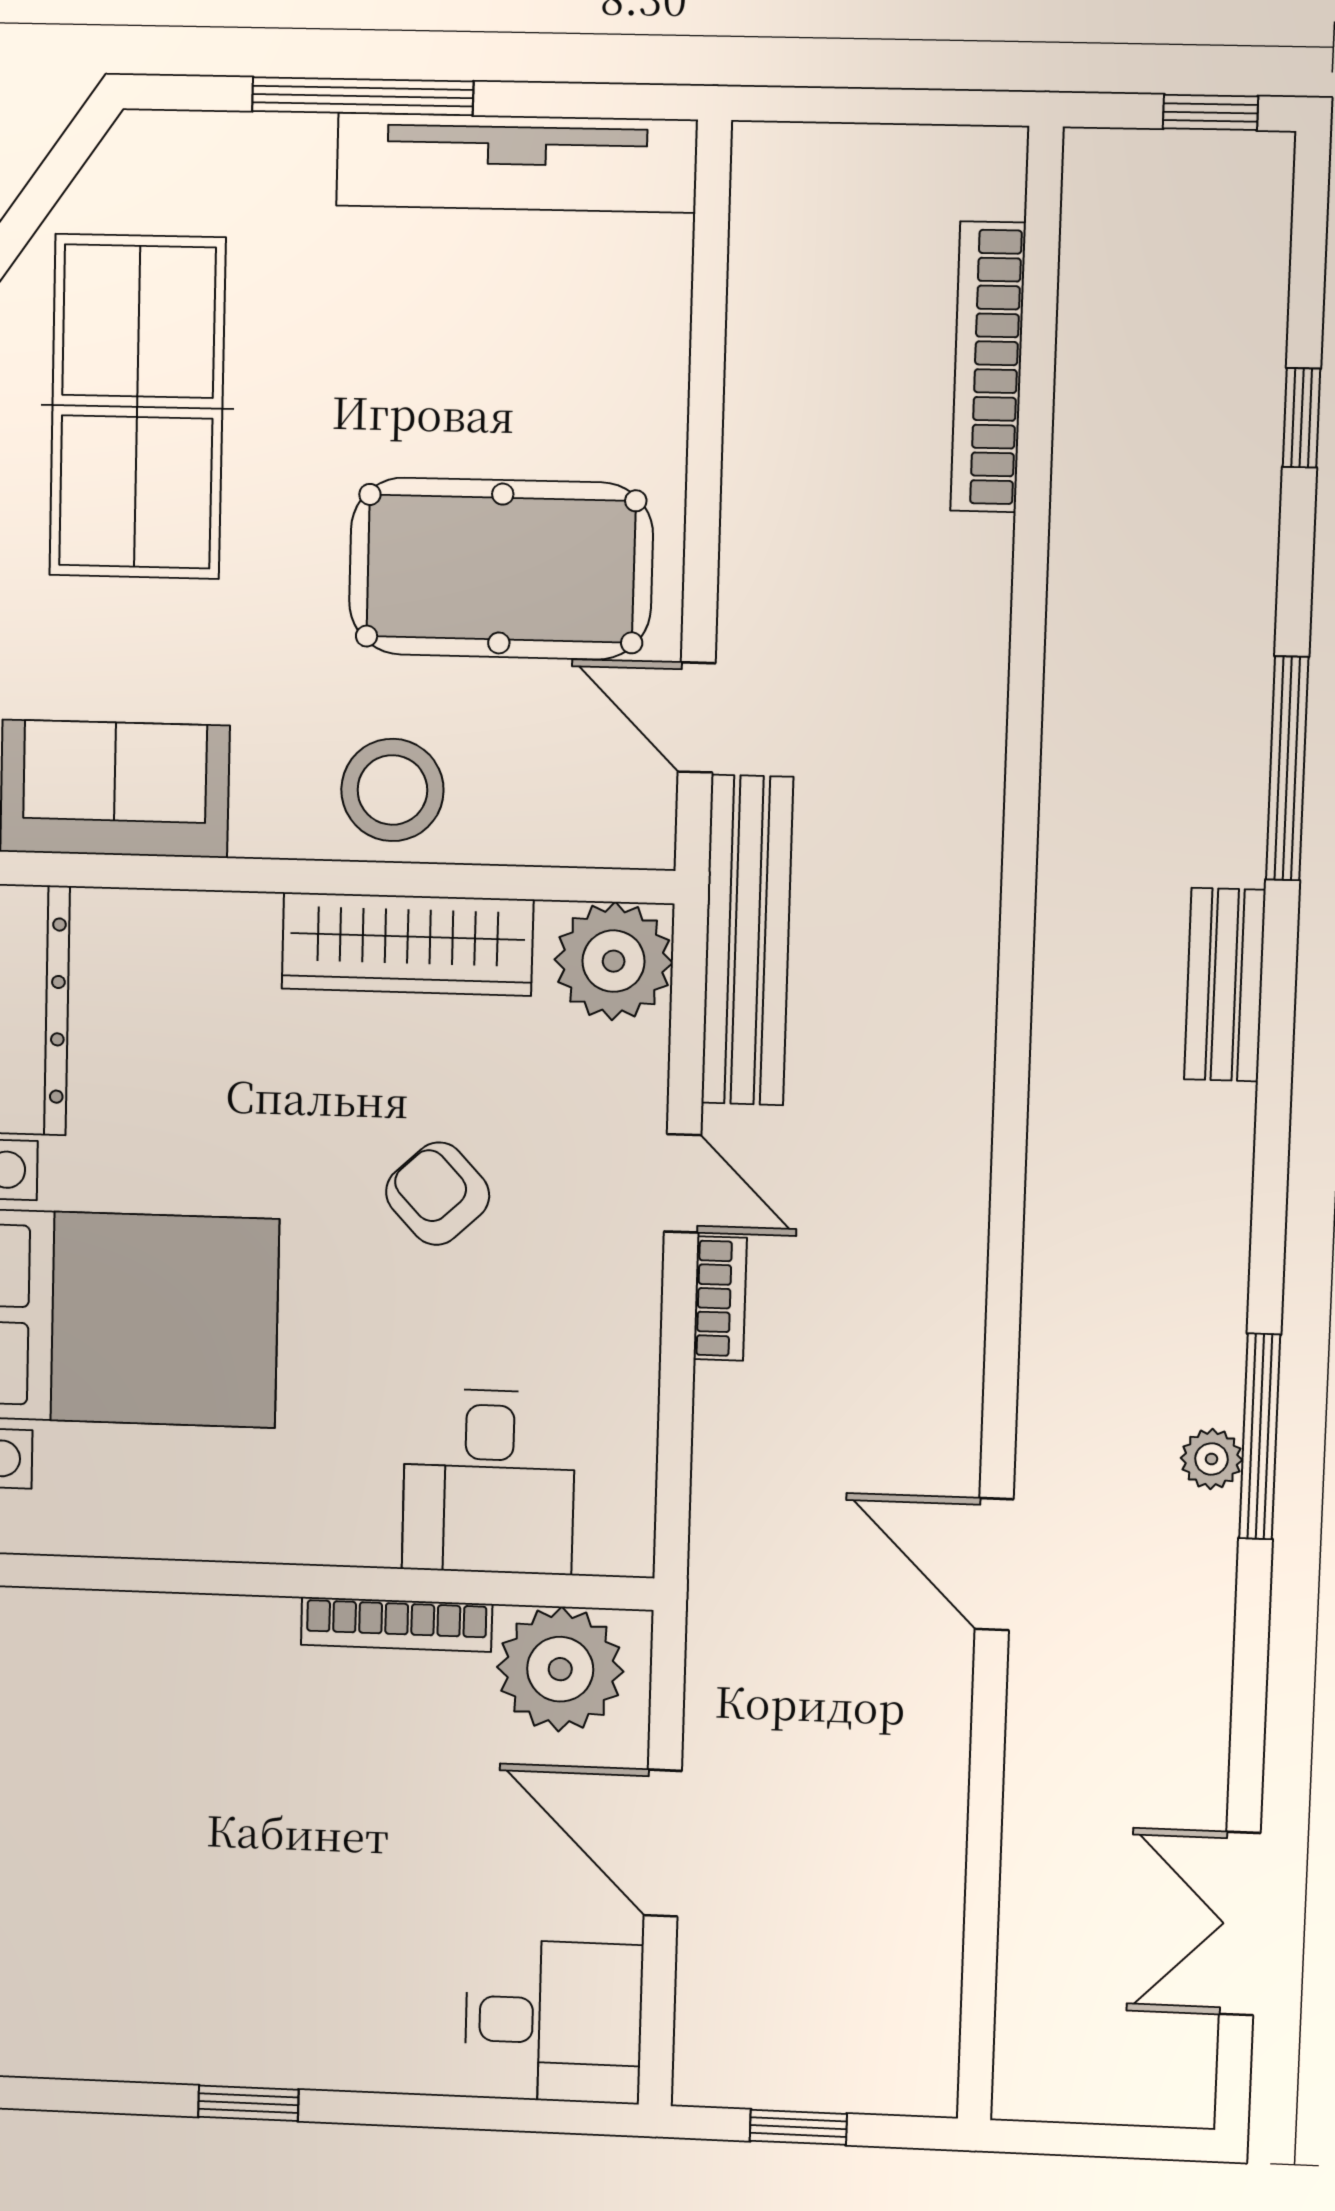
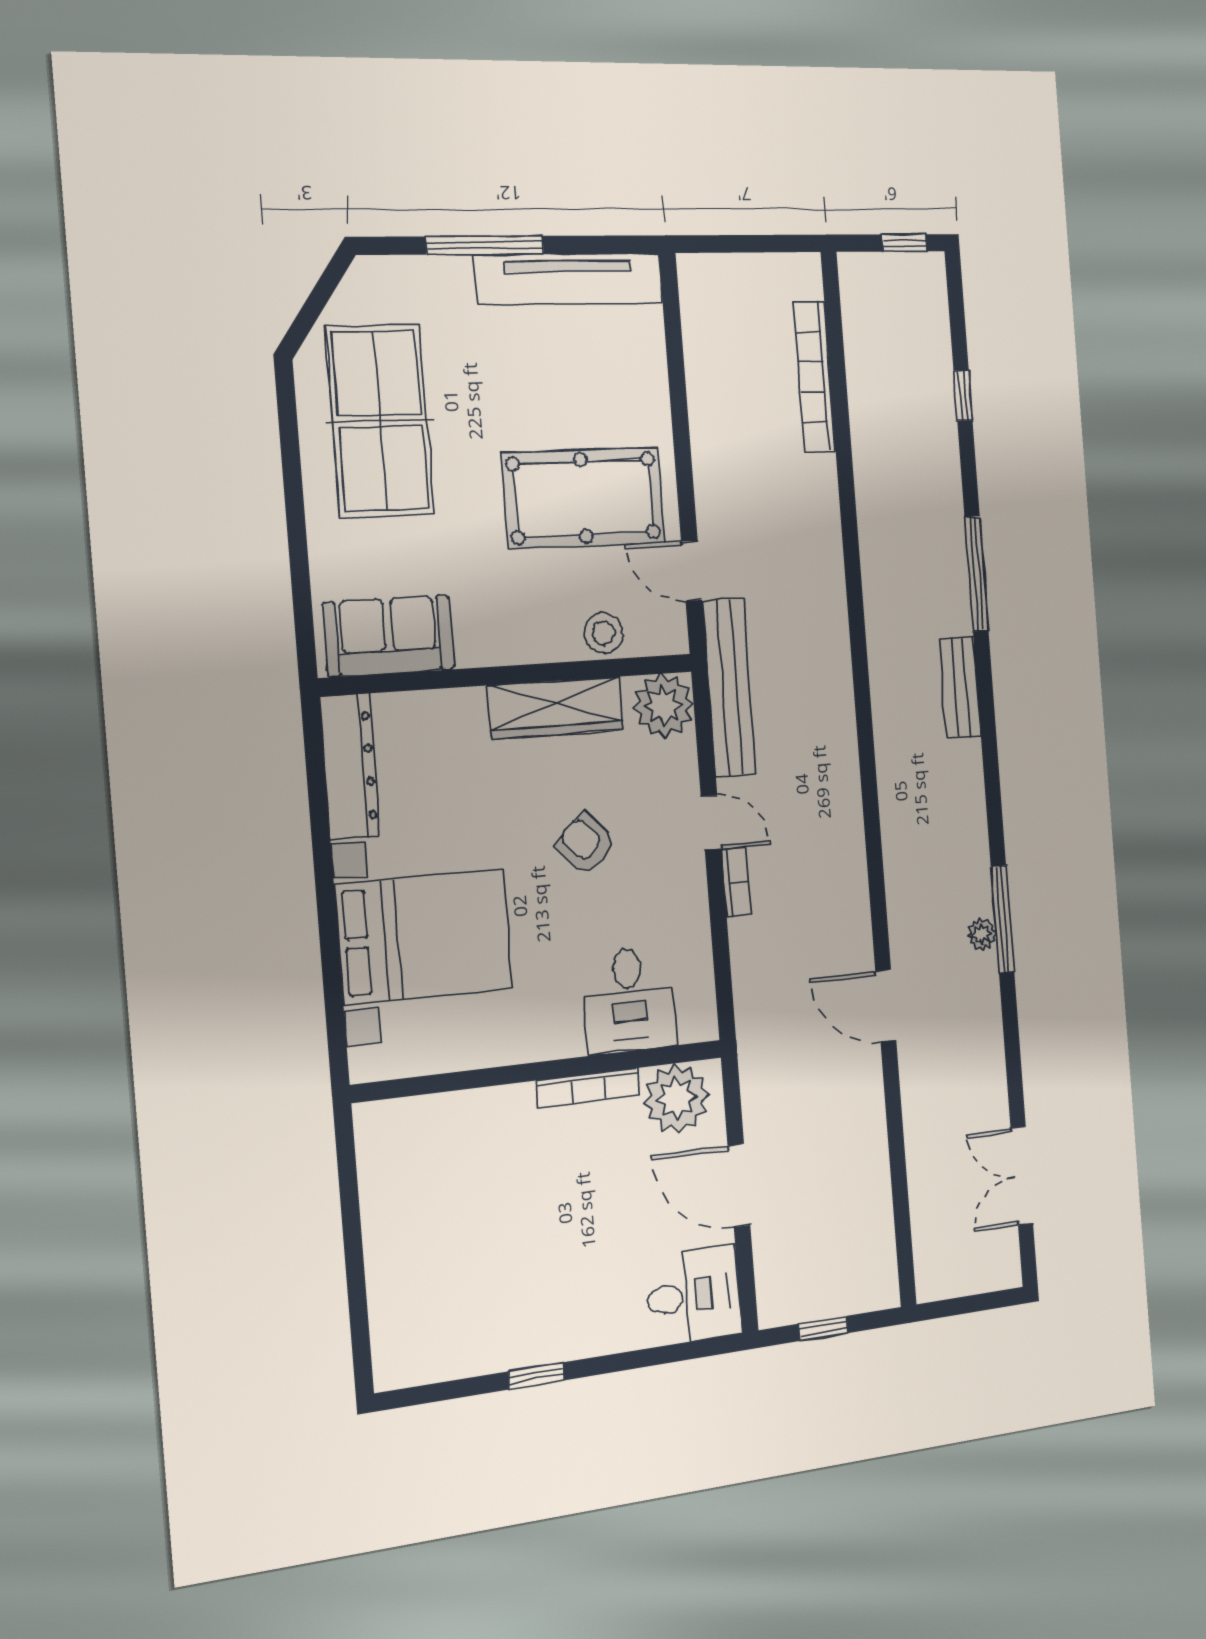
stool: (392, 790) -> (603, 633), moved, width x0.73, depth x0.73

